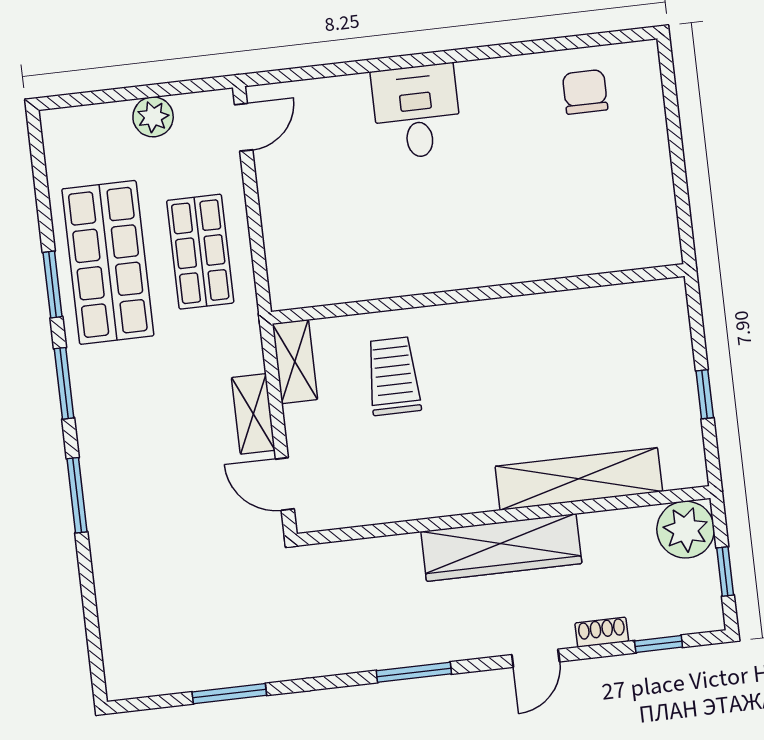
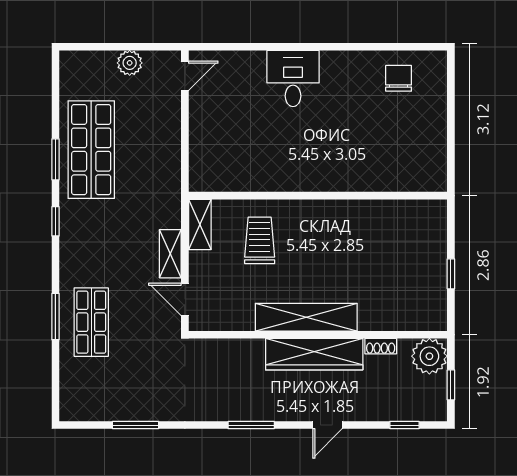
shop shelf: (200, 252) -> (91, 322), moved
window: (64, 383) -> (55, 221), width x0.67
shelving: (579, 479) -> (306, 317), moved
window: (77, 495) -> (55, 317), moved
shoe rack: (602, 632) -> (381, 346), moved, turned 180

